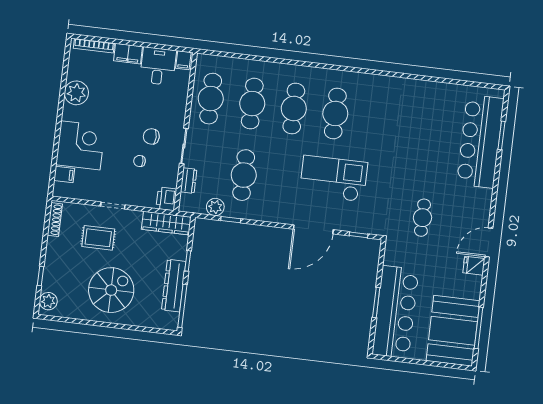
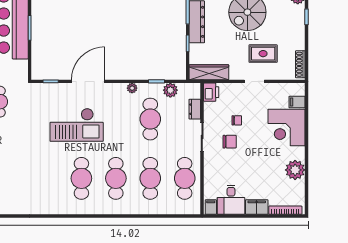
plant: (261, 215) -> (132, 88), added

